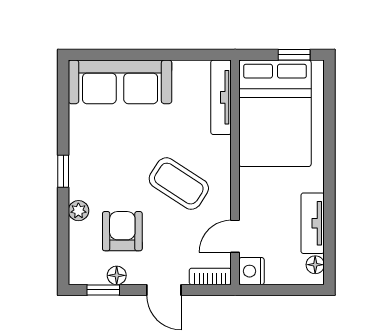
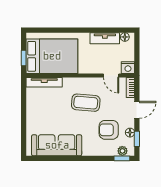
window: (294, 55) -> (24, 58), moved
sofa: (120, 82) -> (57, 145), moved, turned -90
window: (63, 171) -> (122, 158), moved
coffee table: (179, 184) -> (86, 103), turned 62
plant: (78, 211) -> (122, 151), moved

